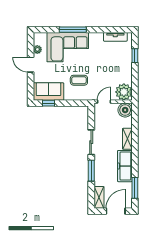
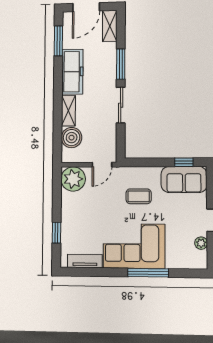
corner sofa: (68, 47) -> (134, 246), moved
boiler: (125, 110) -> (72, 138), moved

